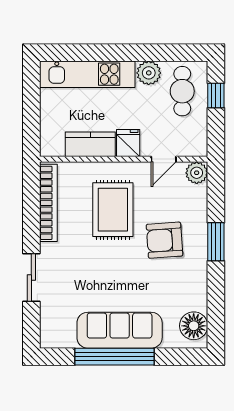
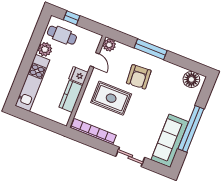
window: (216, 242) -> (151, 49), width x1.44
sofa: (120, 330) -> (170, 141), moved

